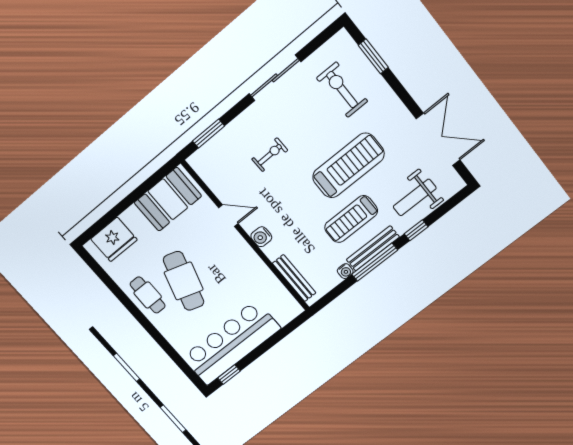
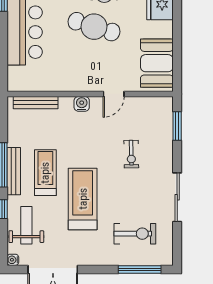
window: (373, 56) -> (140, 269), width x1.44
treadmill: (348, 166) -> (83, 199), turned 180
water cooler: (345, 271) -> (13, 260), moved

